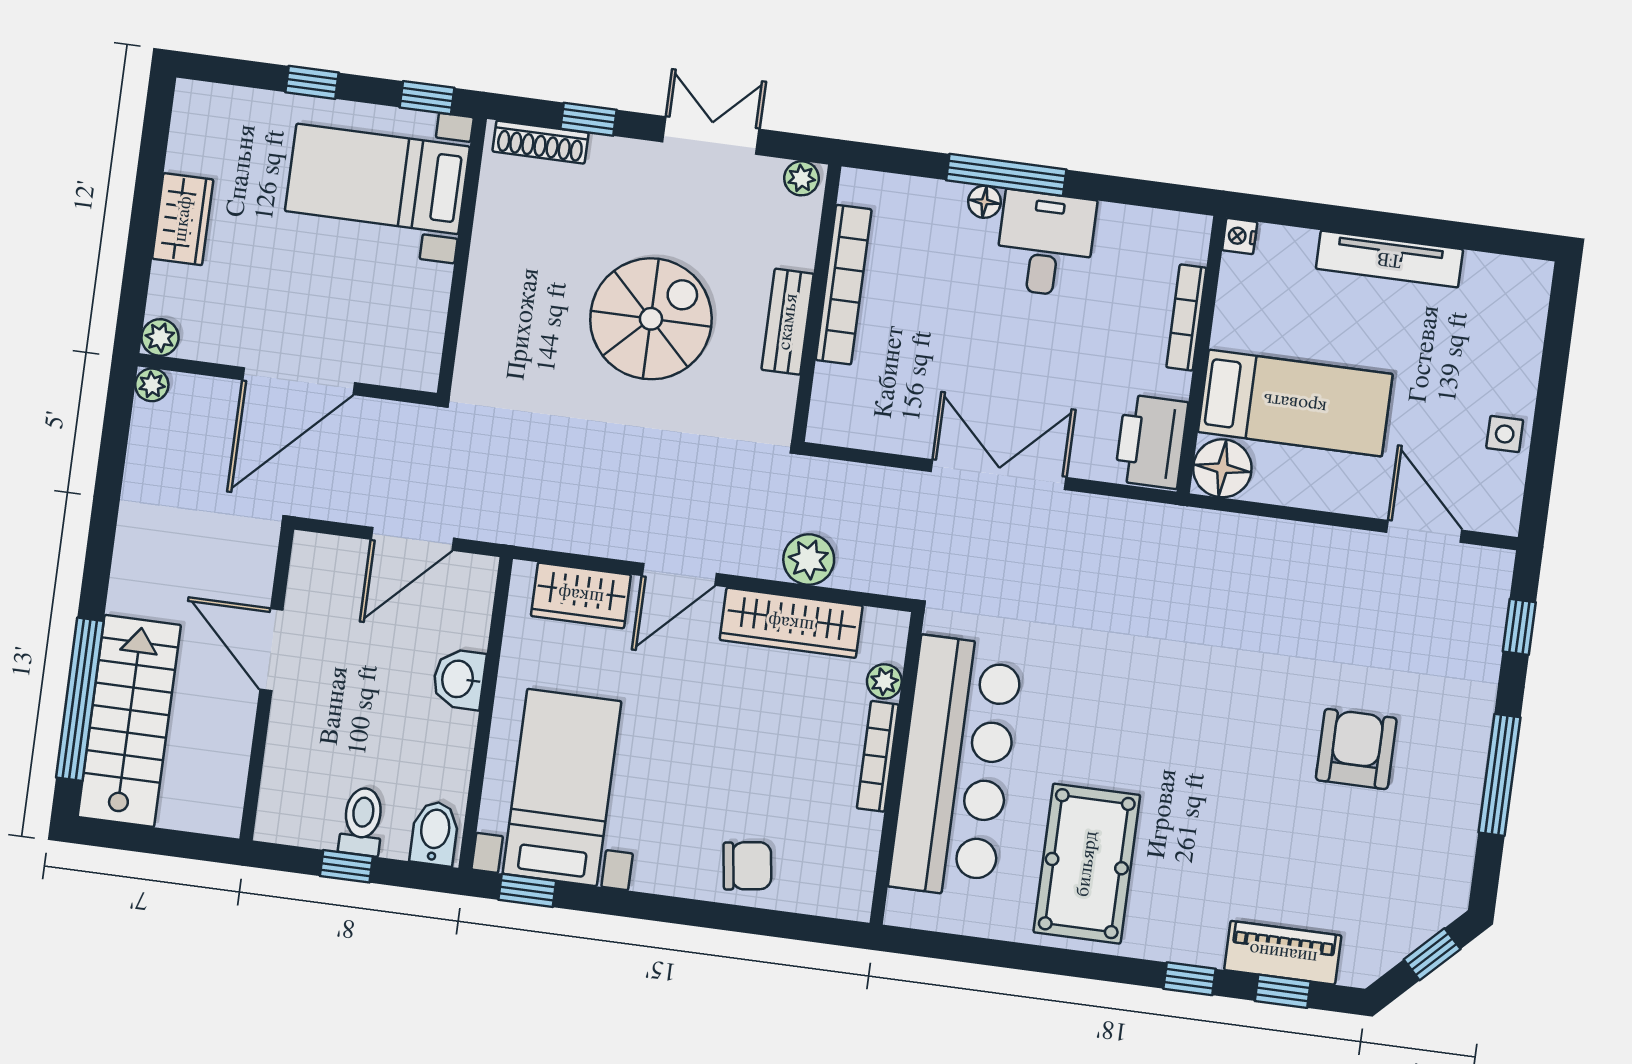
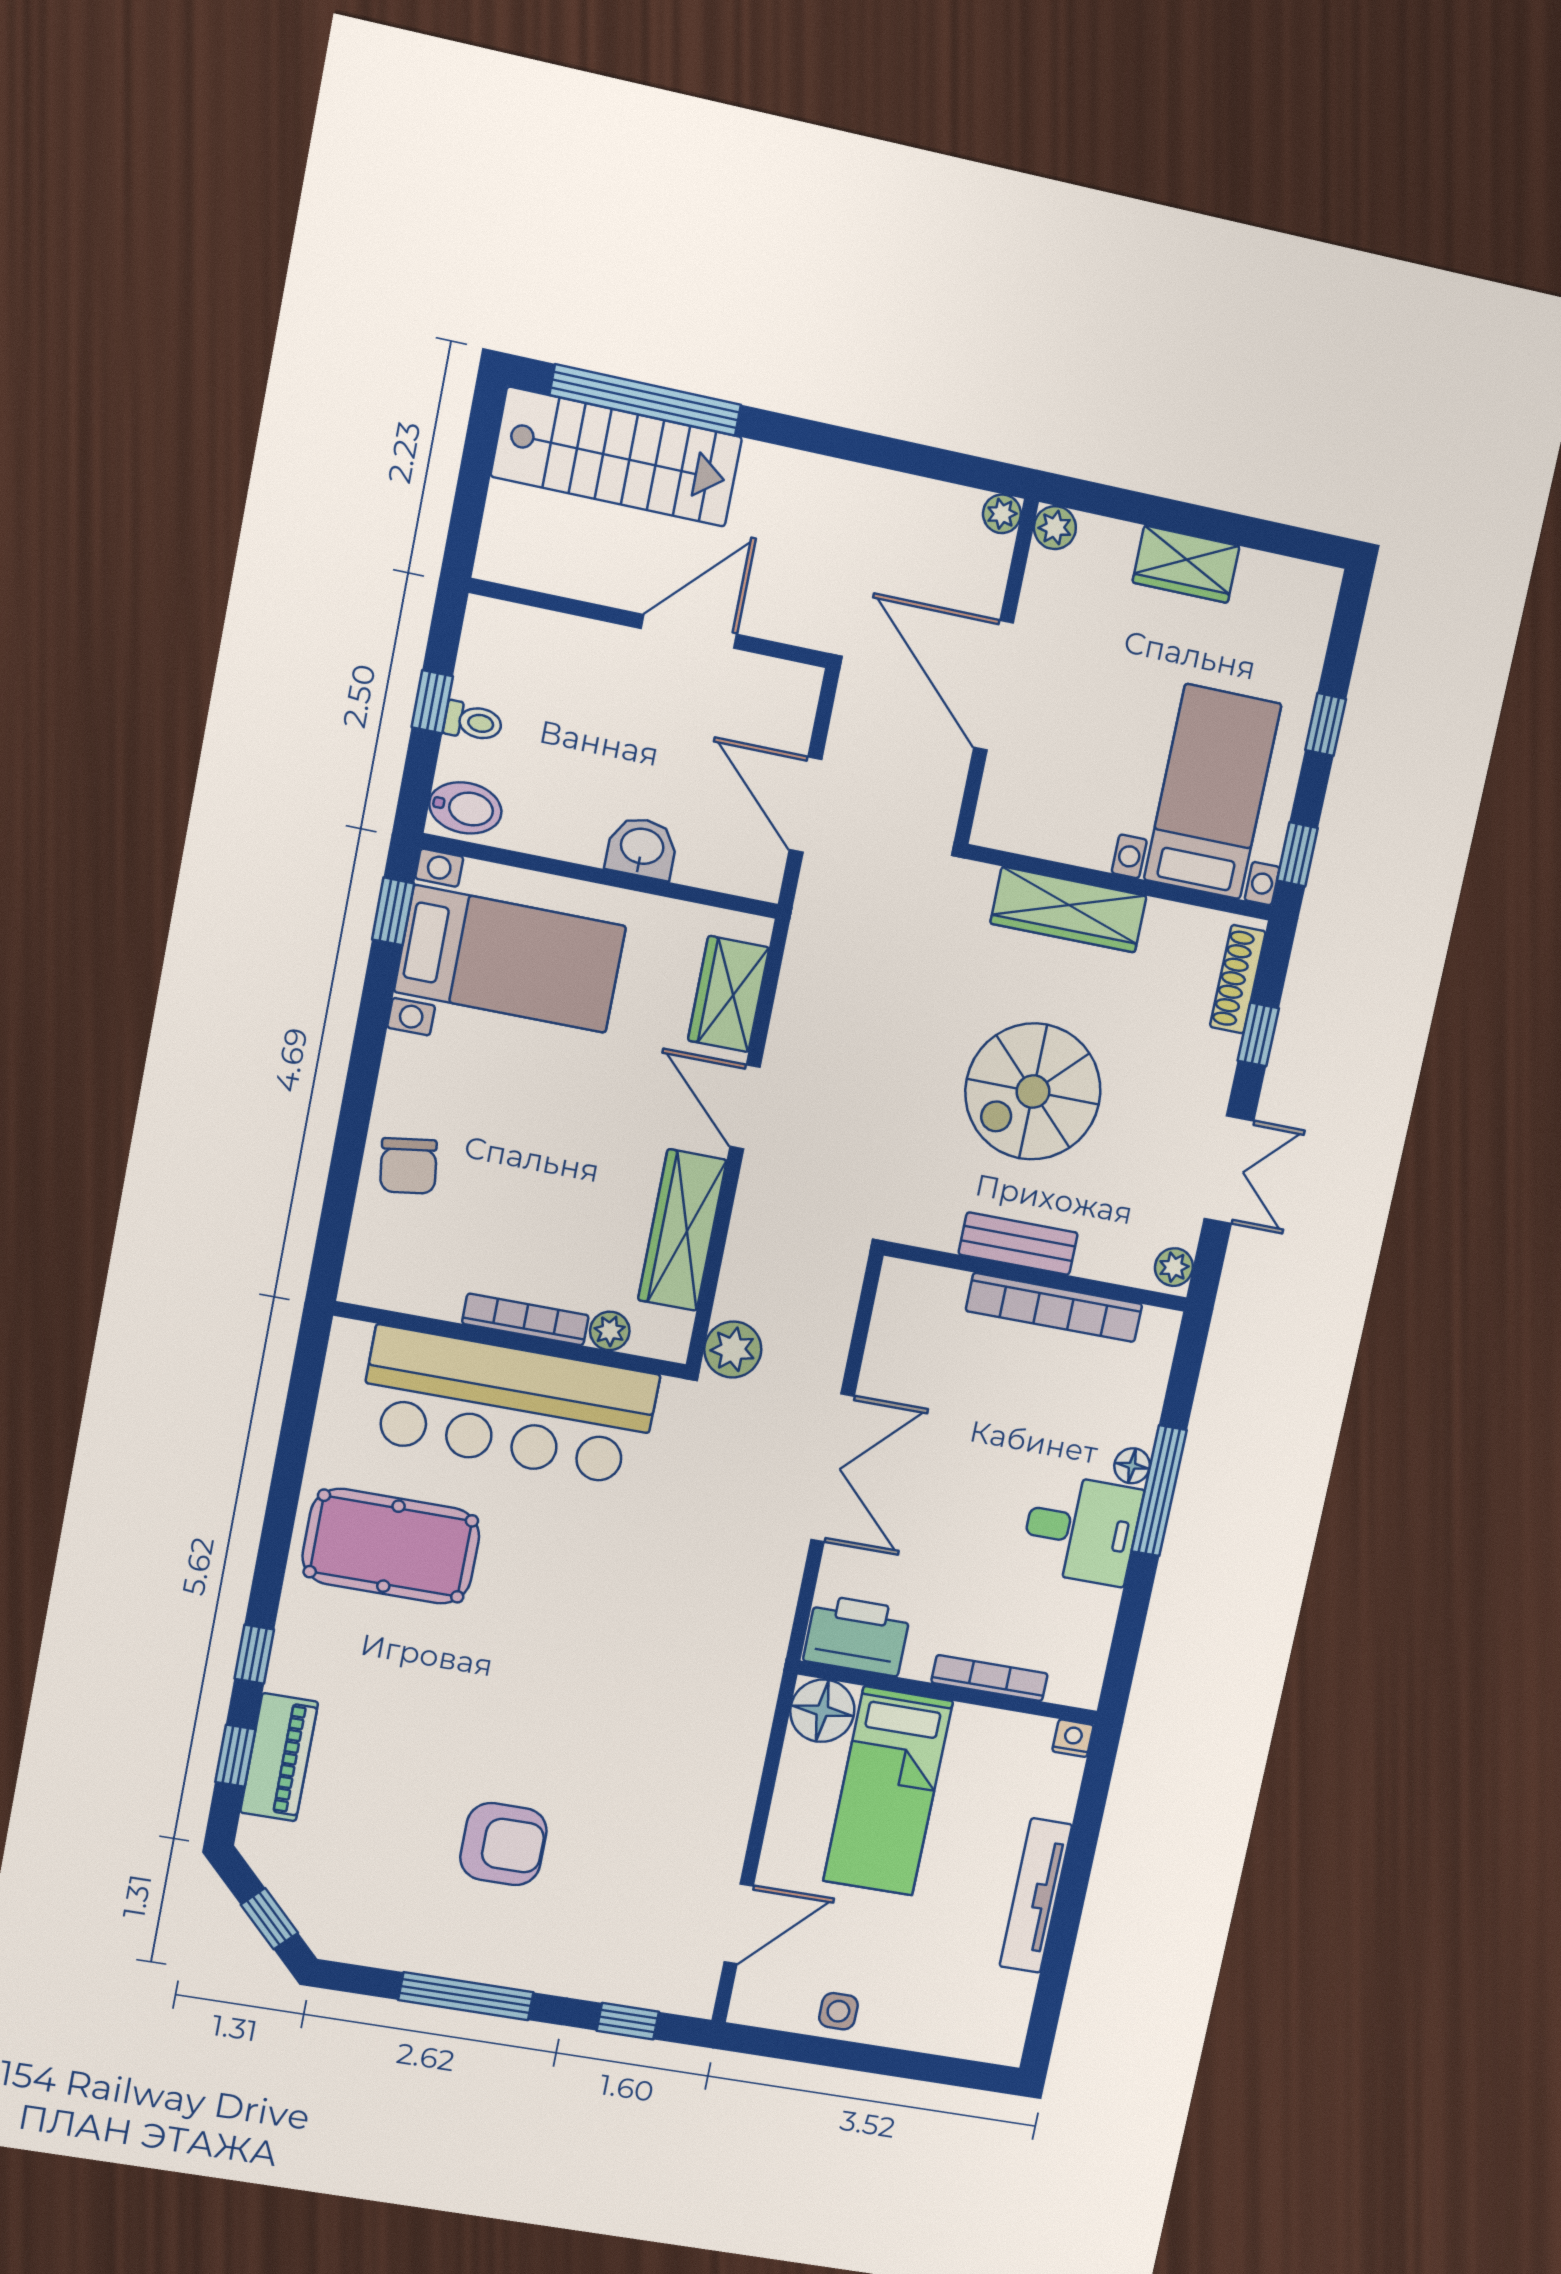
wardrobe: (489, 299) -> (1069, 910), added
spiral stairs: (651, 319) -> (1033, 1092), turned 90
plant: (809, 560) -> (733, 1349), moved
toilet: (362, 821) -> (473, 722), width x0.73, depth x0.72

